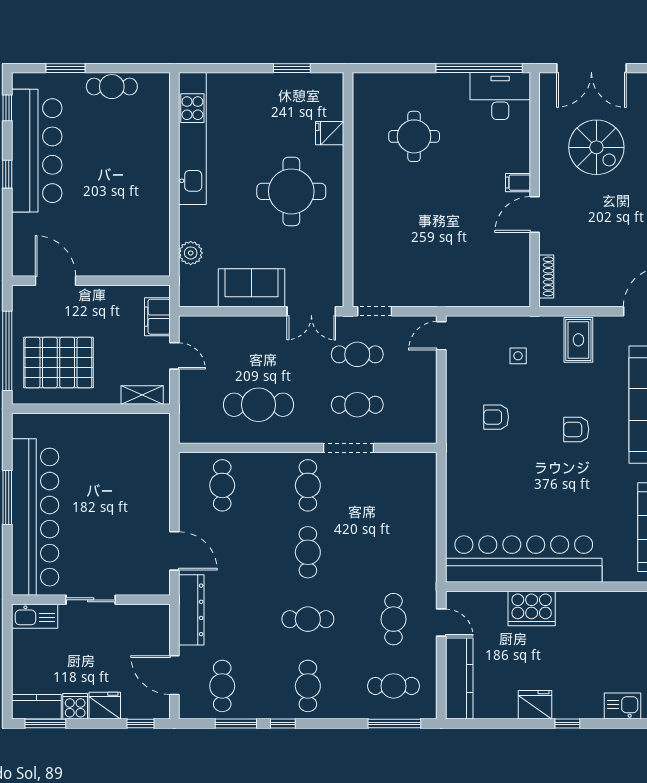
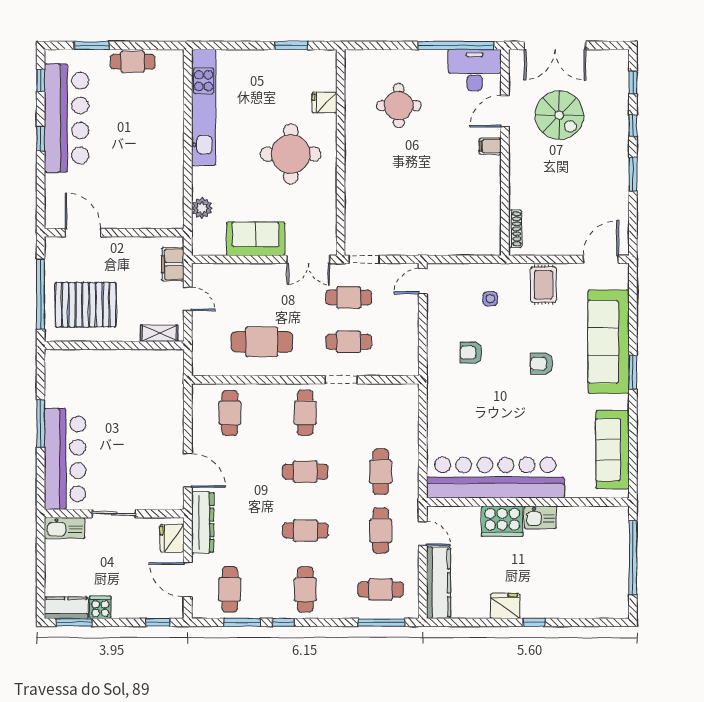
door: (535, 215) -> (505, 111), moved
doorway: (349, 448) -> (341, 380), width x0.73
bar counter: (35, 517) -> (65, 459), width x0.73
cafe table: (308, 552) -> (305, 472), turned 90
cafe table: (393, 552) -> (381, 472), added
fridge: (105, 706) -> (172, 538), moved, turned -90
kitchen sink: (622, 706) -> (540, 517), moved, turned 180

